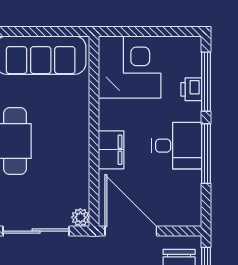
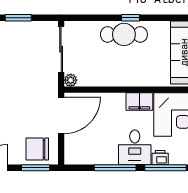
desk: (177, 146) -> (135, 147), moved
filing cabinet: (111, 150) -> (139, 102), moved

